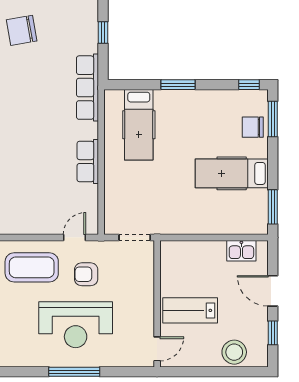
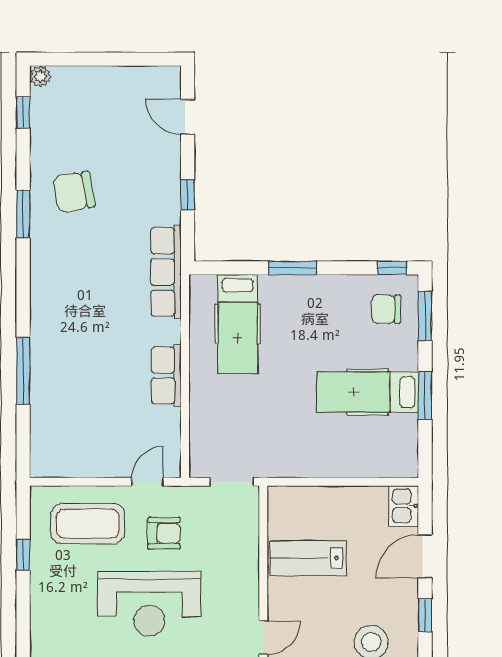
chair: (253, 127) -> (386, 309), moved
window: (273, 207) -> (425, 396), moved
kitchen sink: (241, 251) -> (404, 506), moved, turned 90
armchair: (86, 274) -> (164, 533), turned 180
door: (273, 291) -> (425, 556), hinge flipped
lab bench: (190, 310) -> (308, 558), moved

